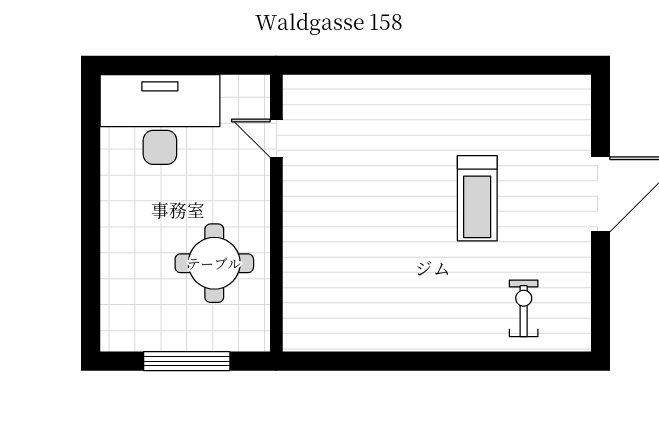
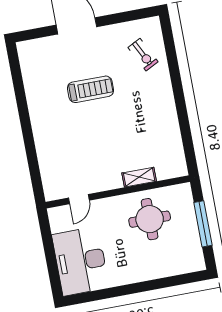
shelving: (296, 258) -> (139, 177), added
exercise bike: (524, 308) -> (143, 55), turned -117

